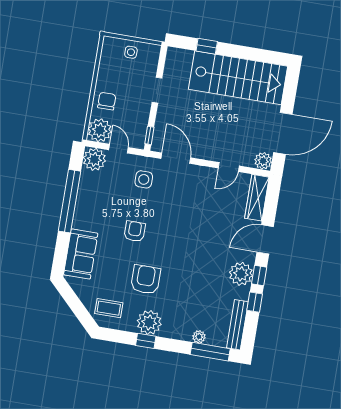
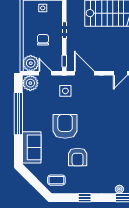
chair: (107, 101) -> (43, 40), moved
armchair: (135, 231) -> (65, 126), width x1.88, depth x1.88
armchair: (146, 279) -> (78, 157), turned 180
plant: (149, 322) -> (85, 185), removed

